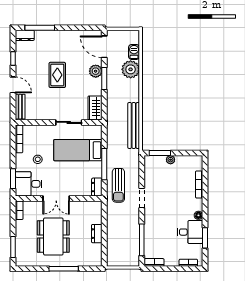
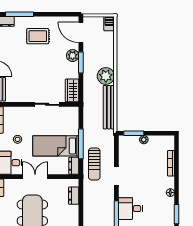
barbecue: (134, 52) -> (109, 24), moved
plant: (131, 69) -> (106, 76), moved
rug: (57, 75) -> (38, 36), moved, turned 90
bed: (78, 150) -> (56, 146), moved
double door: (56, 199) -> (35, 177), swing flipped
desk: (190, 232) -> (131, 209), moved, turned 180
dresser: (97, 234) -> (74, 196), moved

